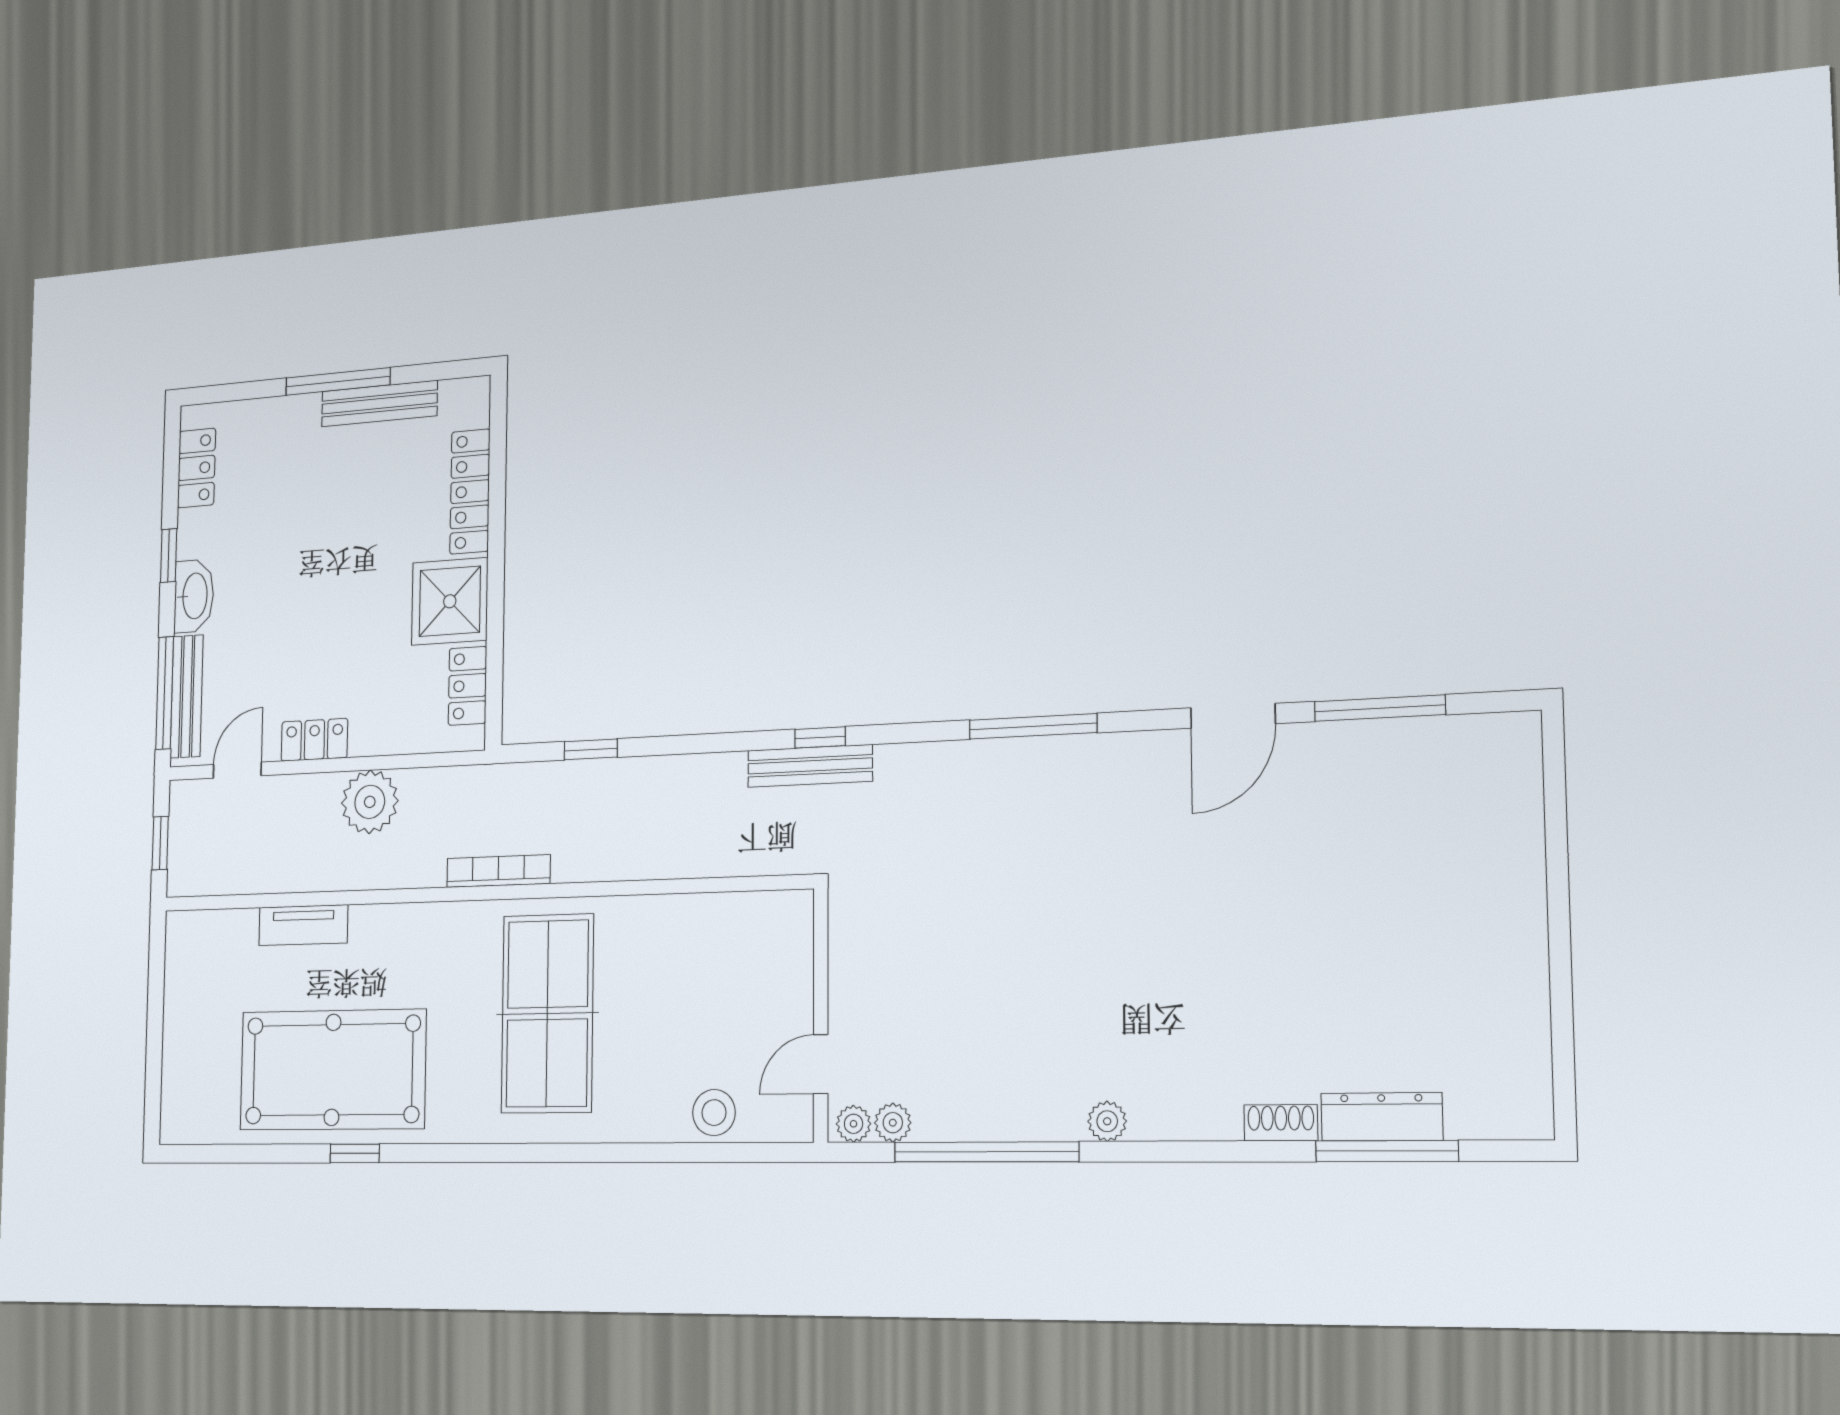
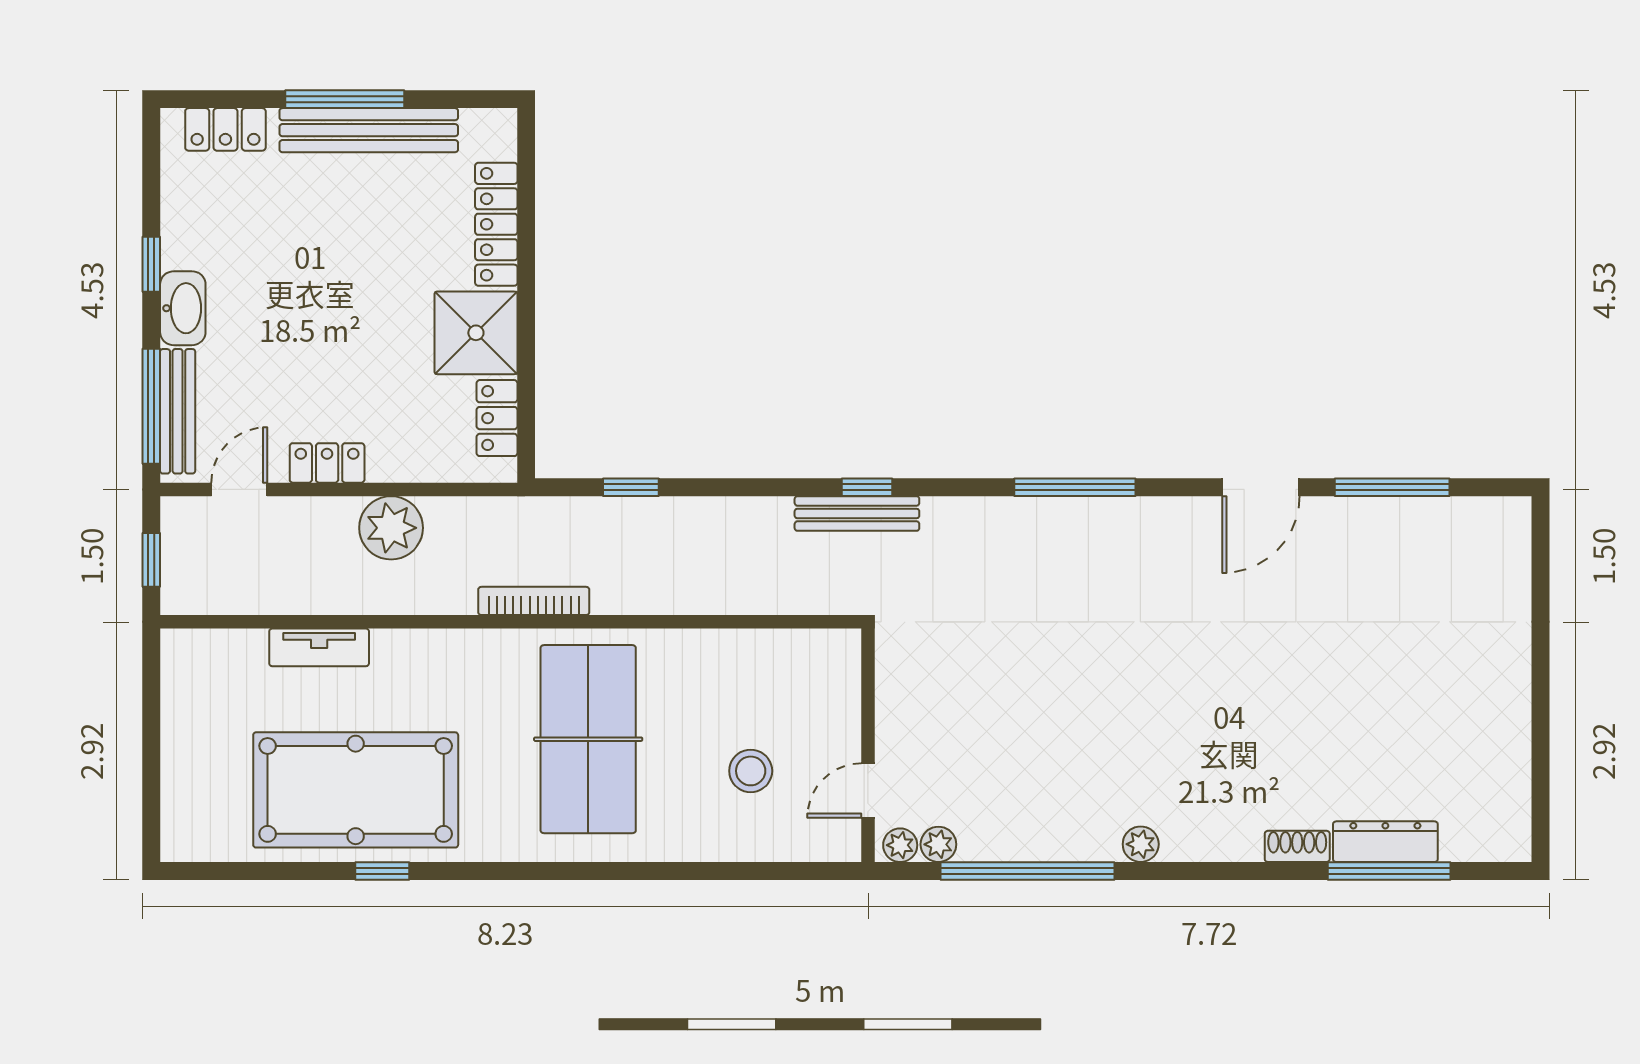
bench: (379, 404) -> (369, 130), width x1.37, depth x1.21
locker: (196, 468) -> (225, 129), moved, turned 90
stool: (714, 1113) -> (751, 771), moved

